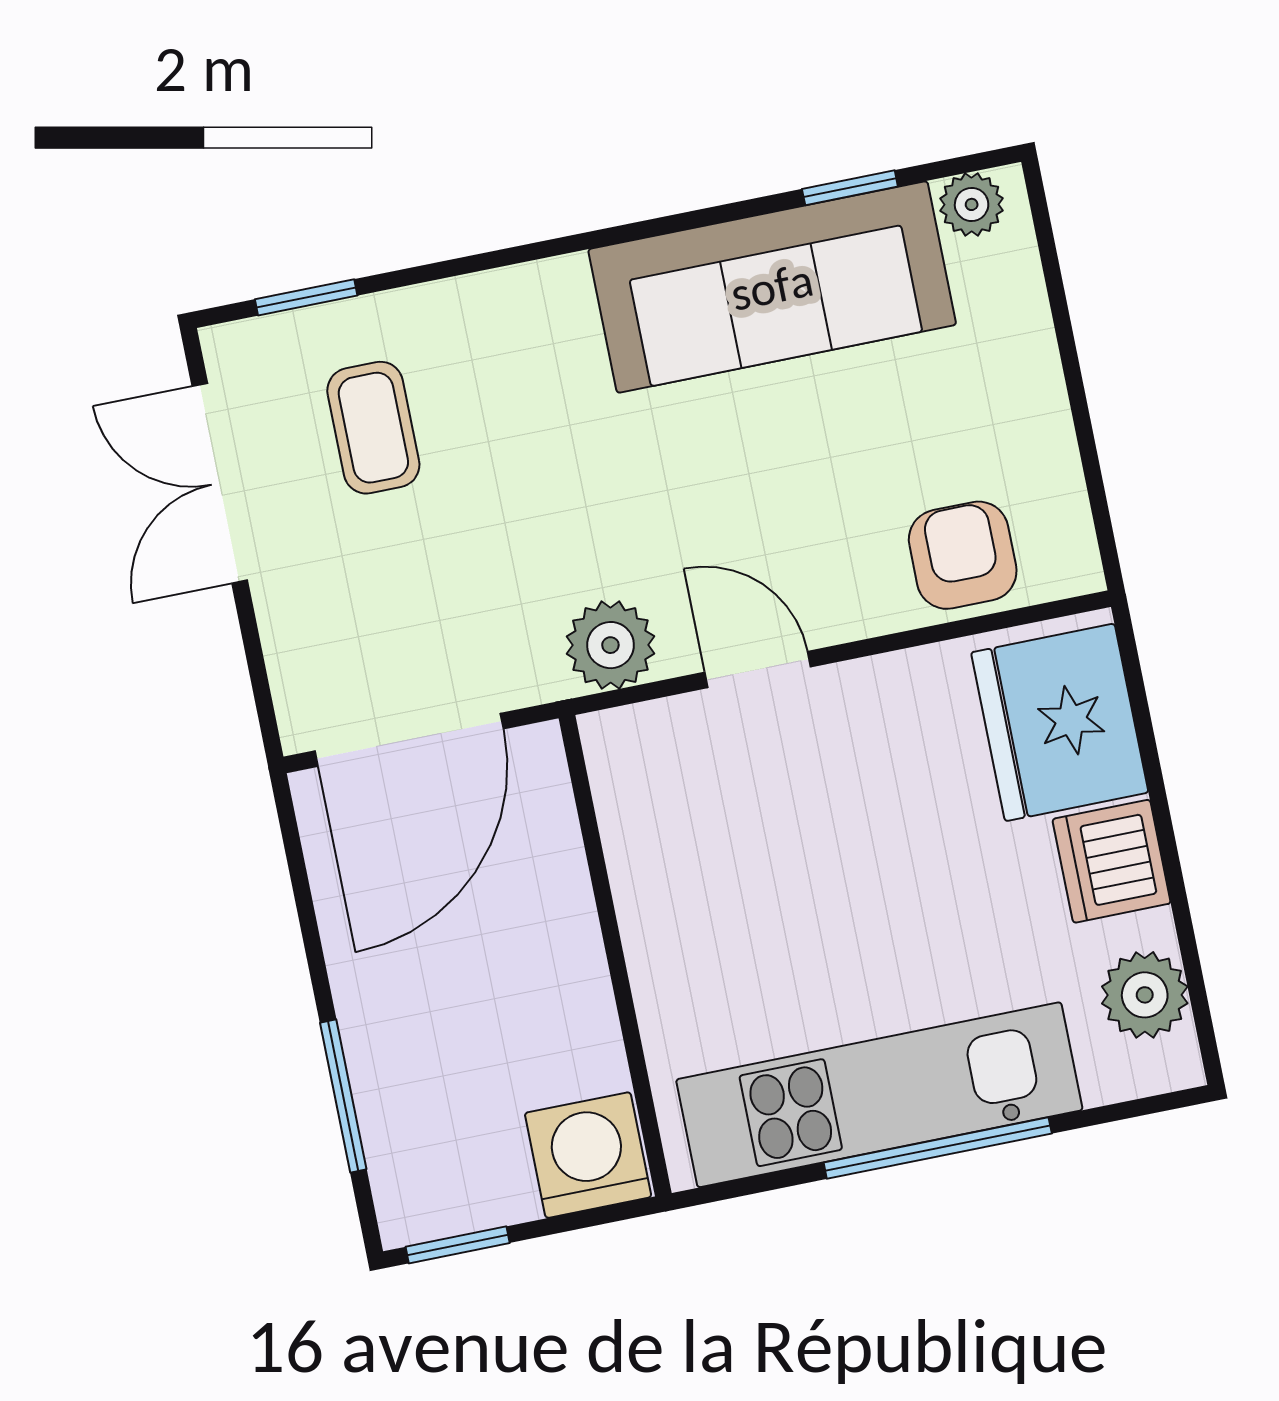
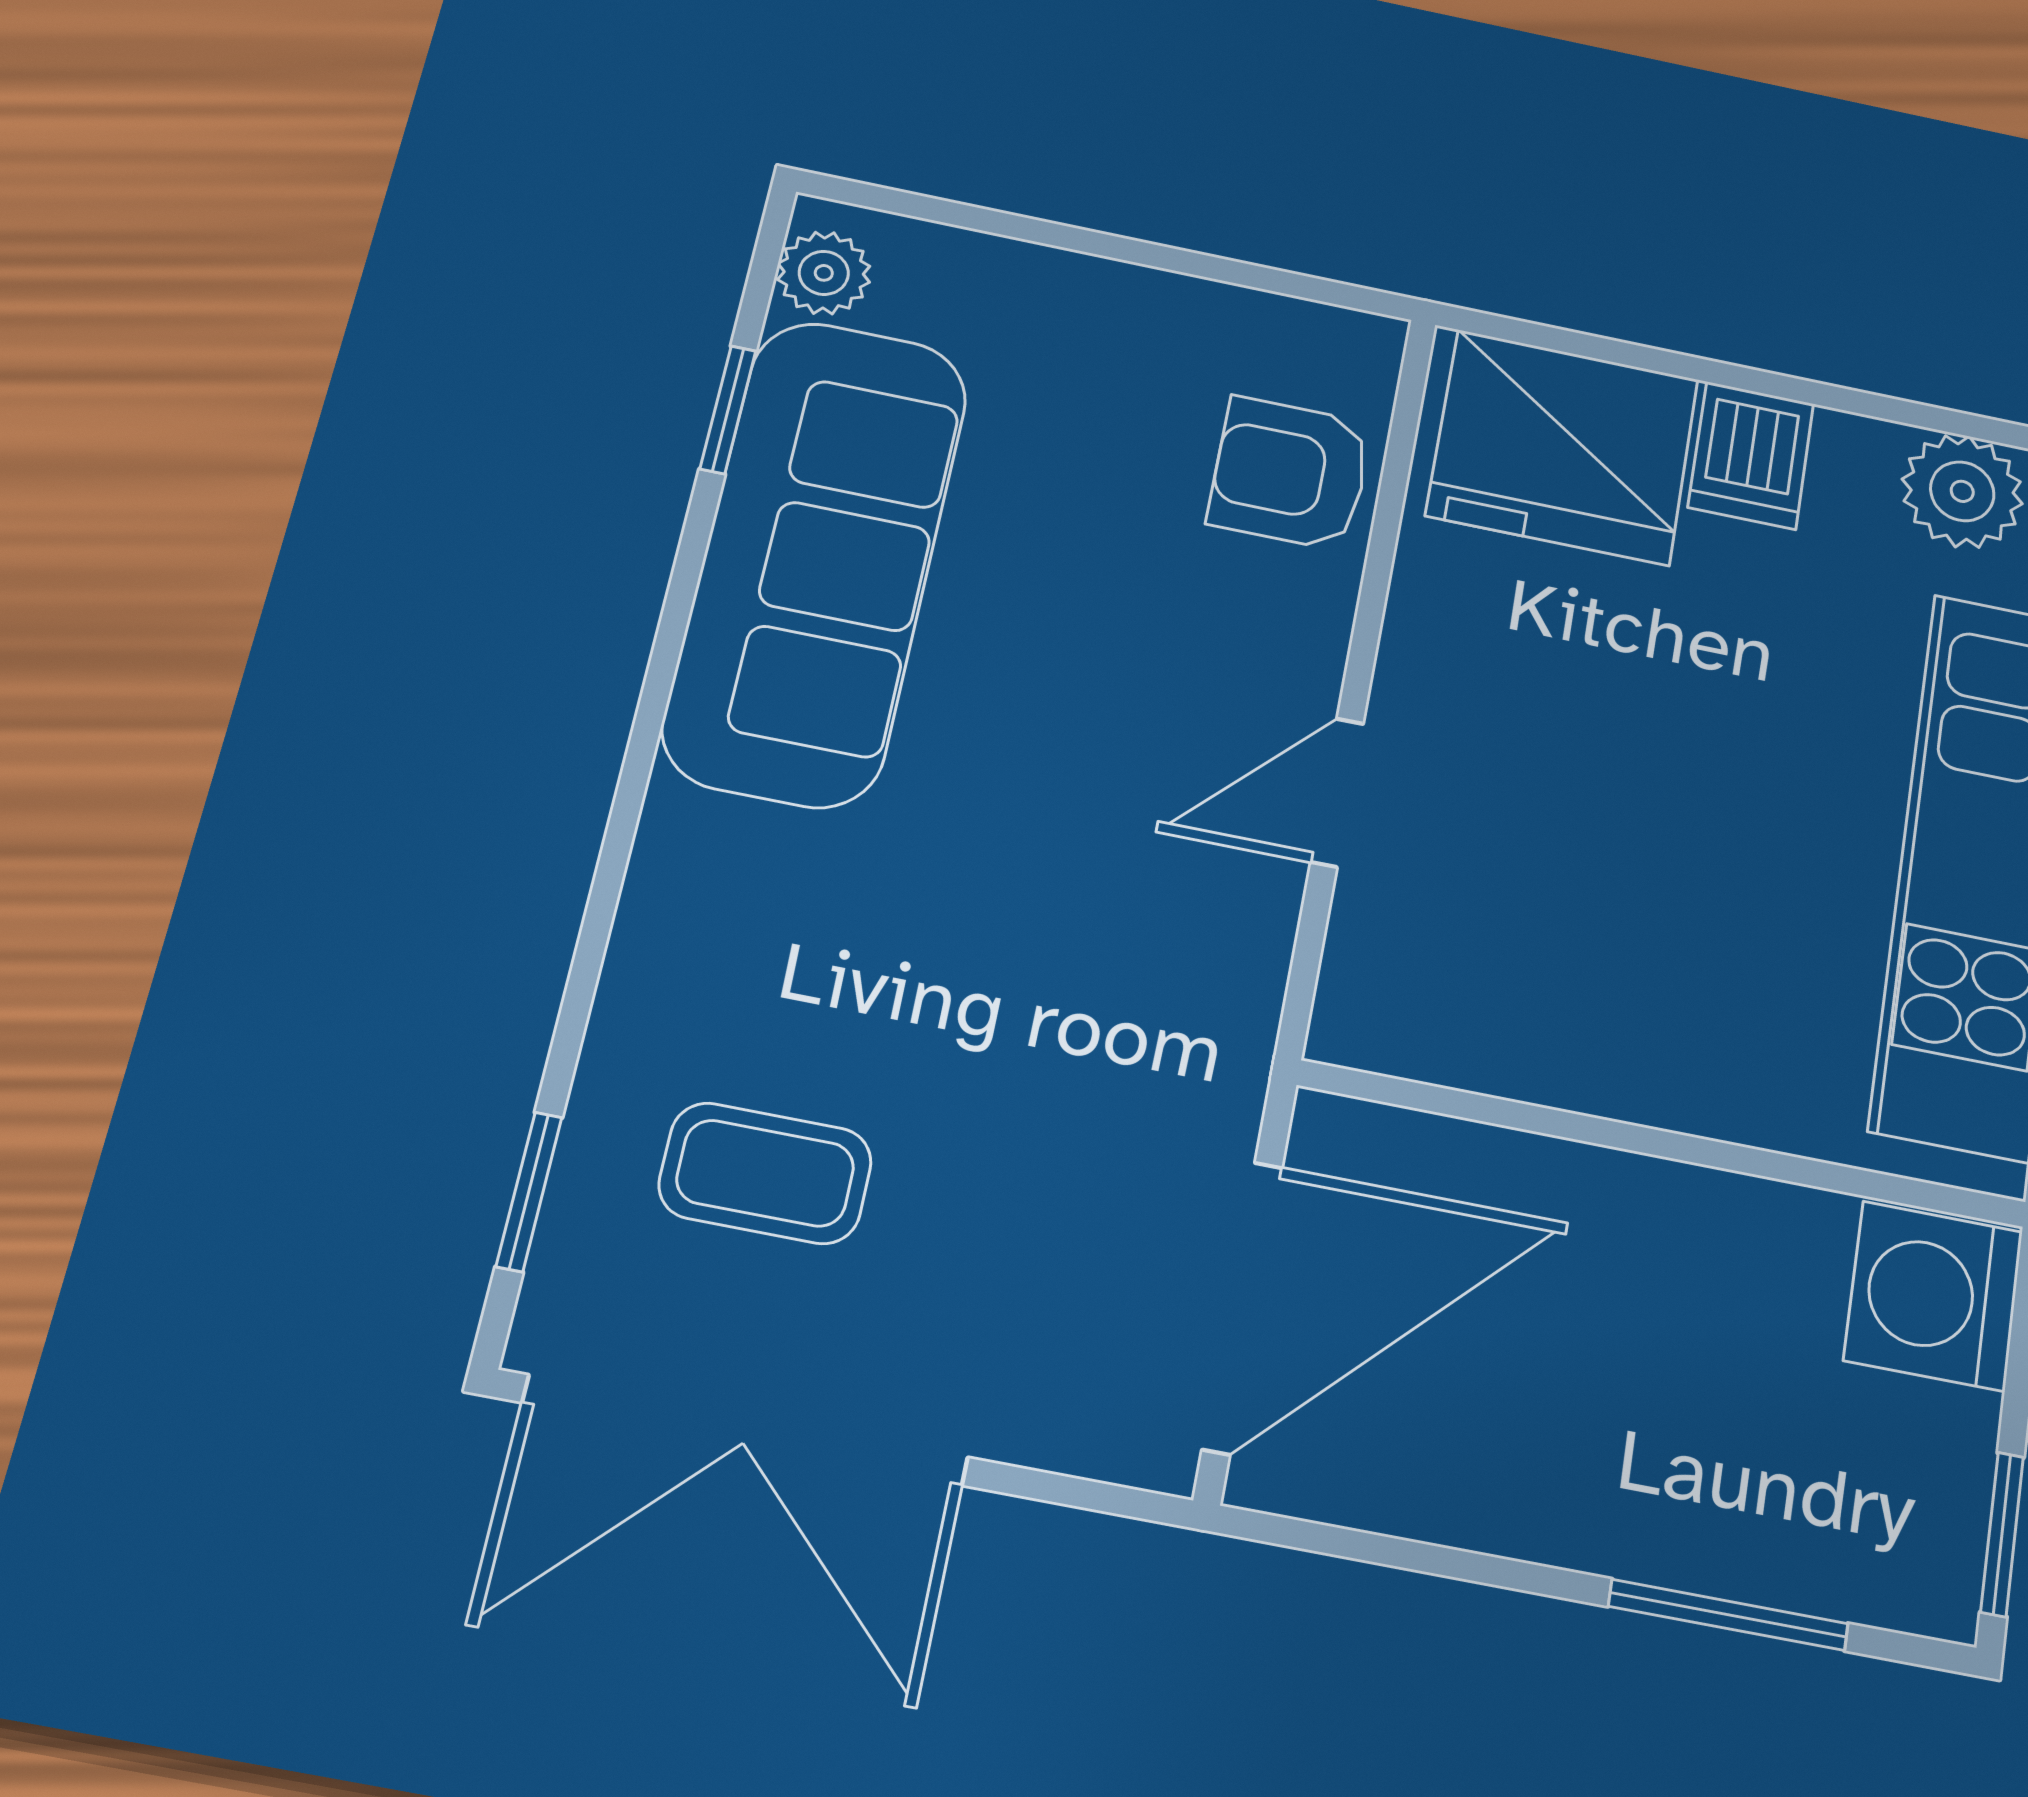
double door: (220, 483) -> (746, 1430), width x1.37
plant: (610, 645) -> (1222, 973), removed
door: (409, 740) -> (1243, 1307), hinge flipped
dishwasher: (1112, 861) -> (1751, 455), width x0.73

